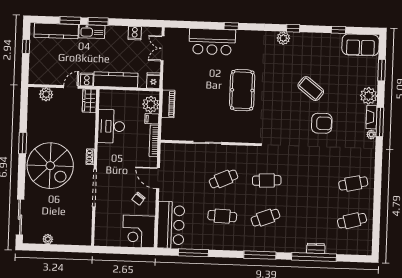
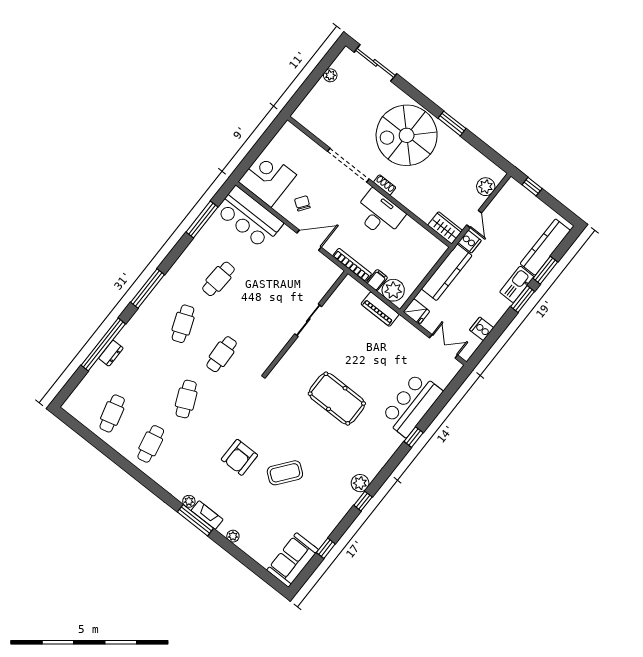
window: (26, 47) -> (532, 187), moved
window: (382, 70) -> (249, 563), removed
plant: (369, 96) -> (233, 536), width x0.53, depth x0.53
desk: (111, 126) -> (379, 214), moved
cafe table: (224, 179) -> (186, 399), moved

